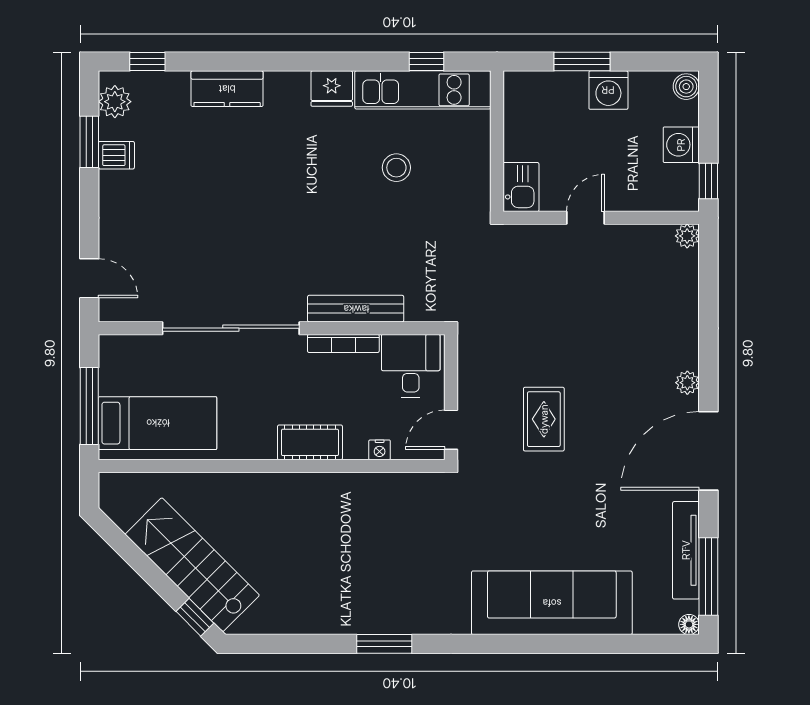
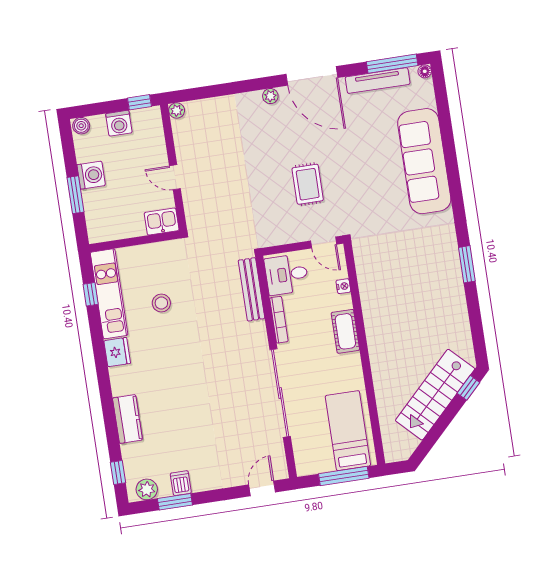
bench: (356, 309) -> (251, 289), moved
rug: (544, 419) -> (308, 184), turned 90

